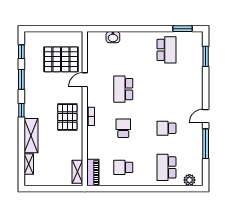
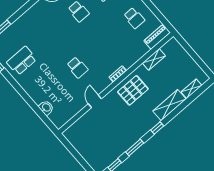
pallet: (61, 59) -> (95, 131), removed
door: (85, 80) -> (95, 101), swing flipped
school desk: (123, 89) -> (77, 67), width x0.54
school desk: (123, 128) -> (106, 43), removed
shelving: (77, 172) -> (154, 59), moved

